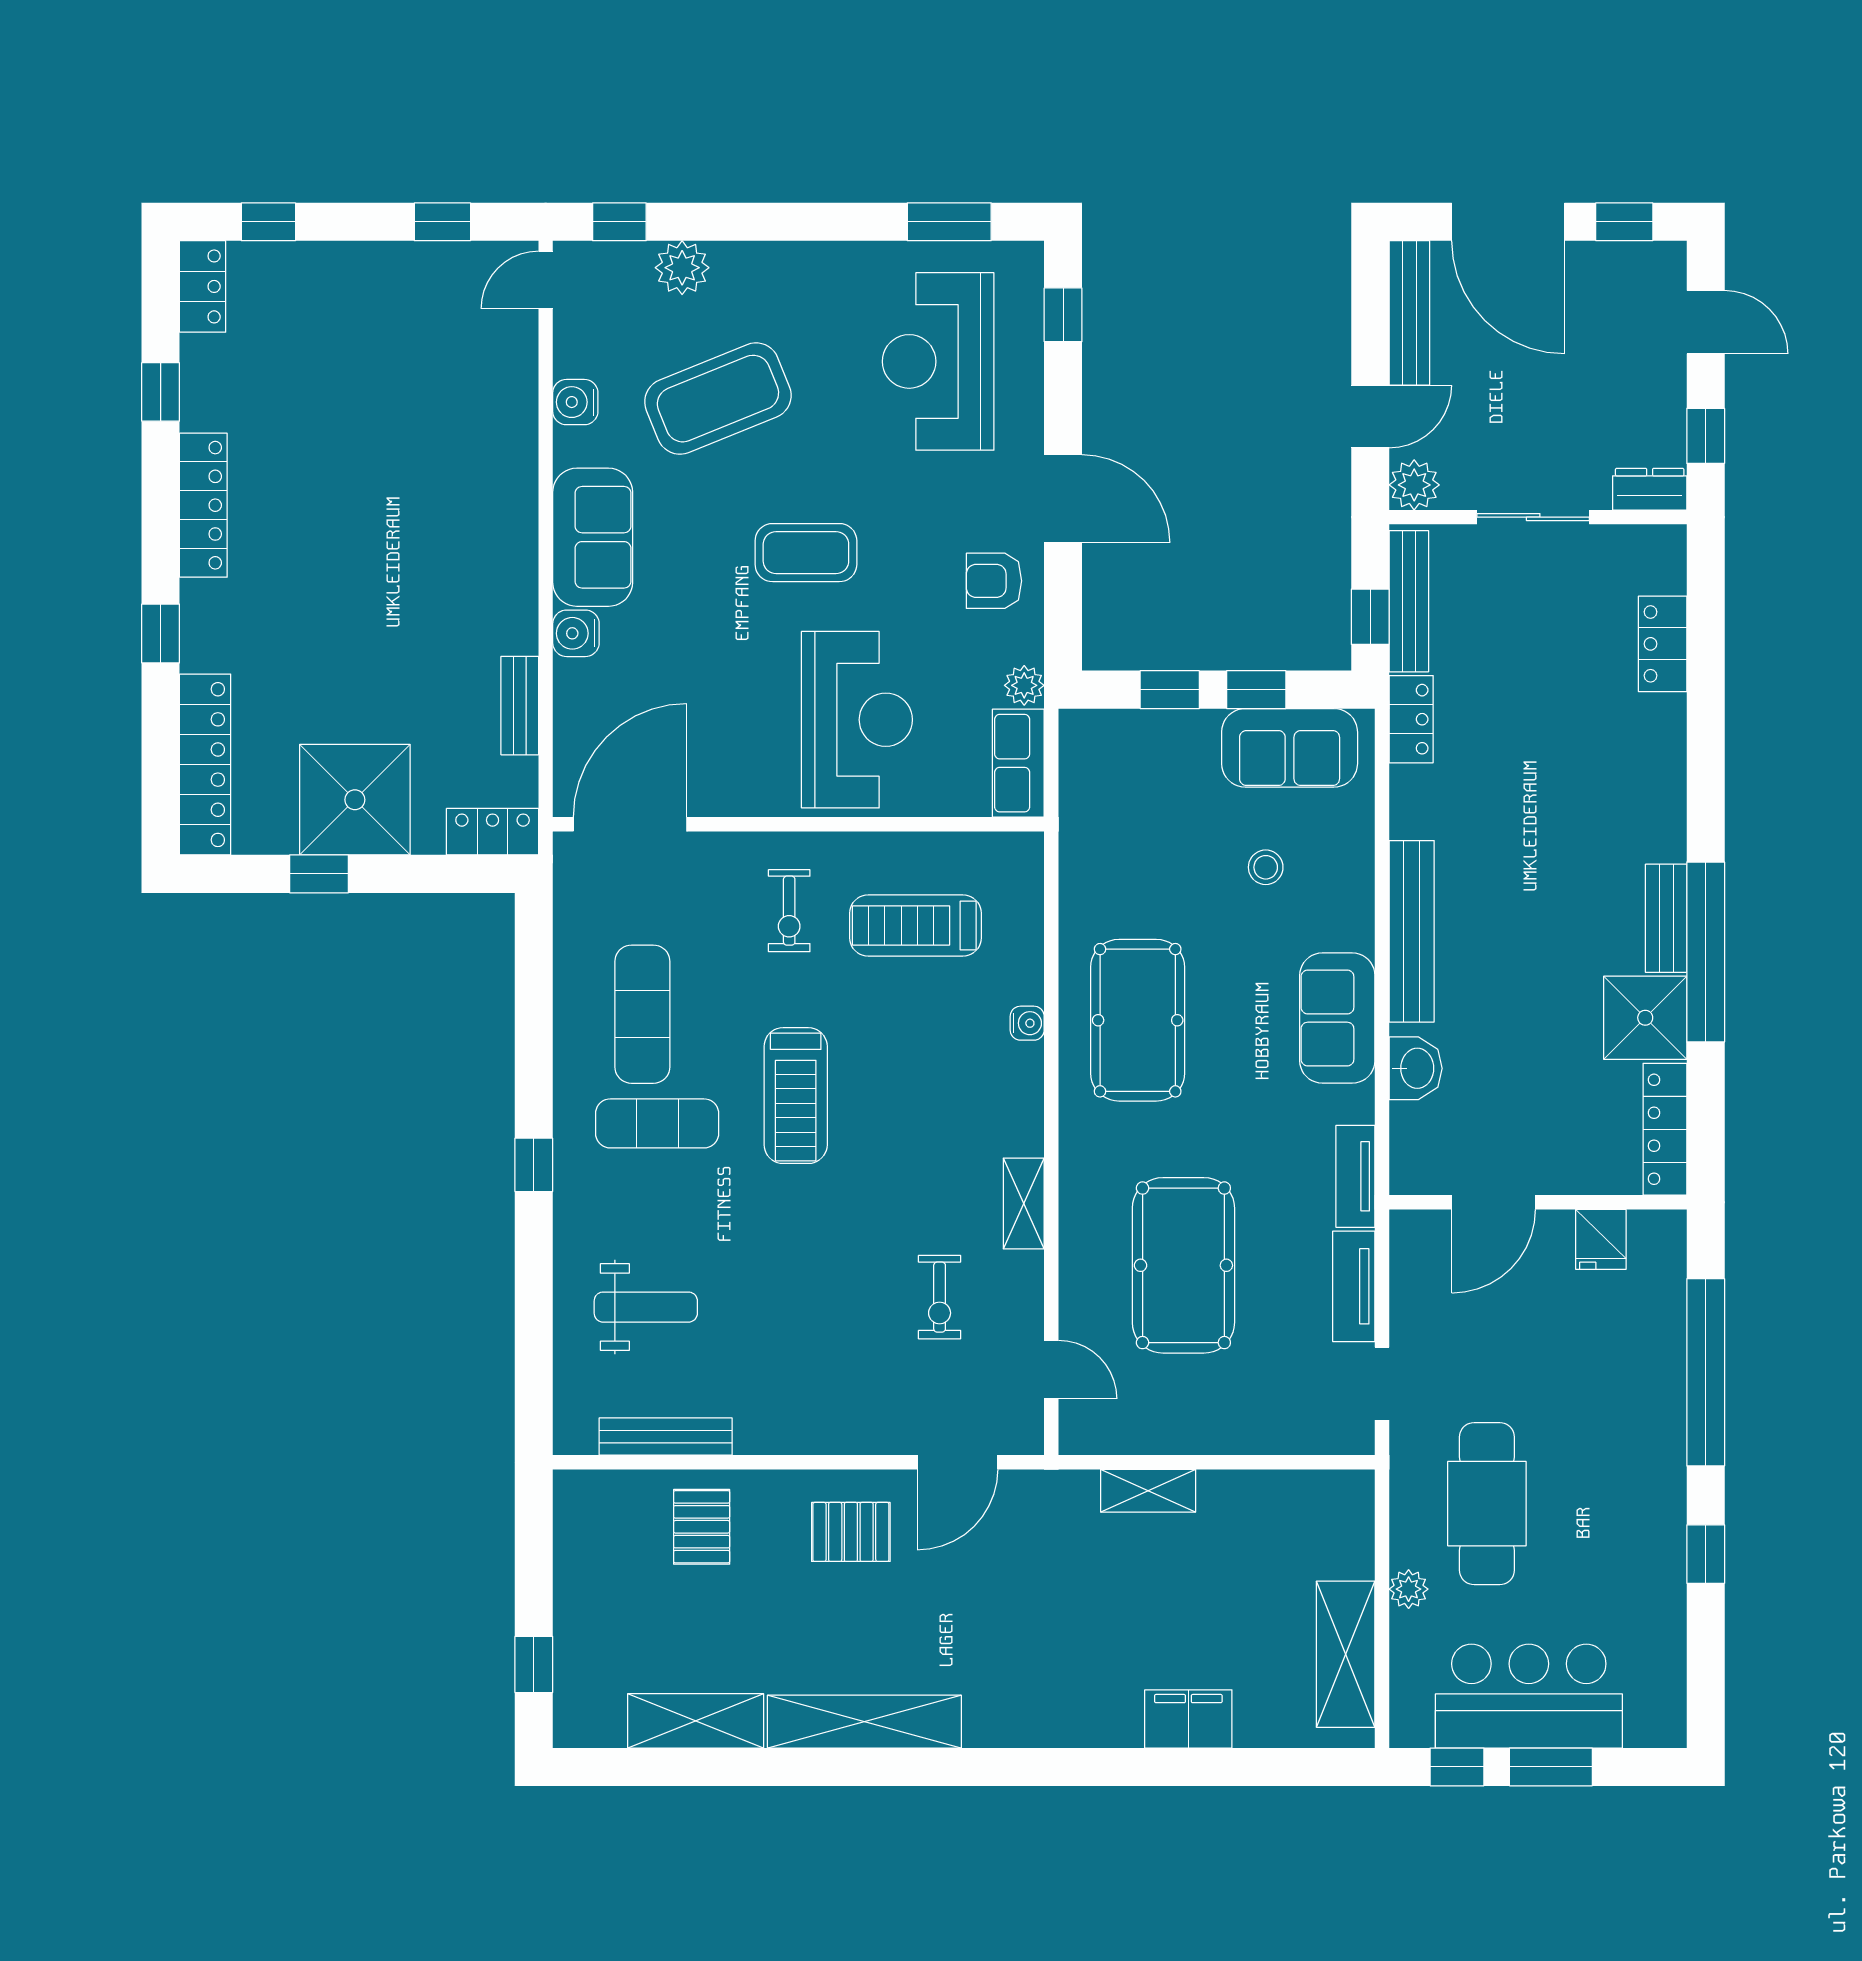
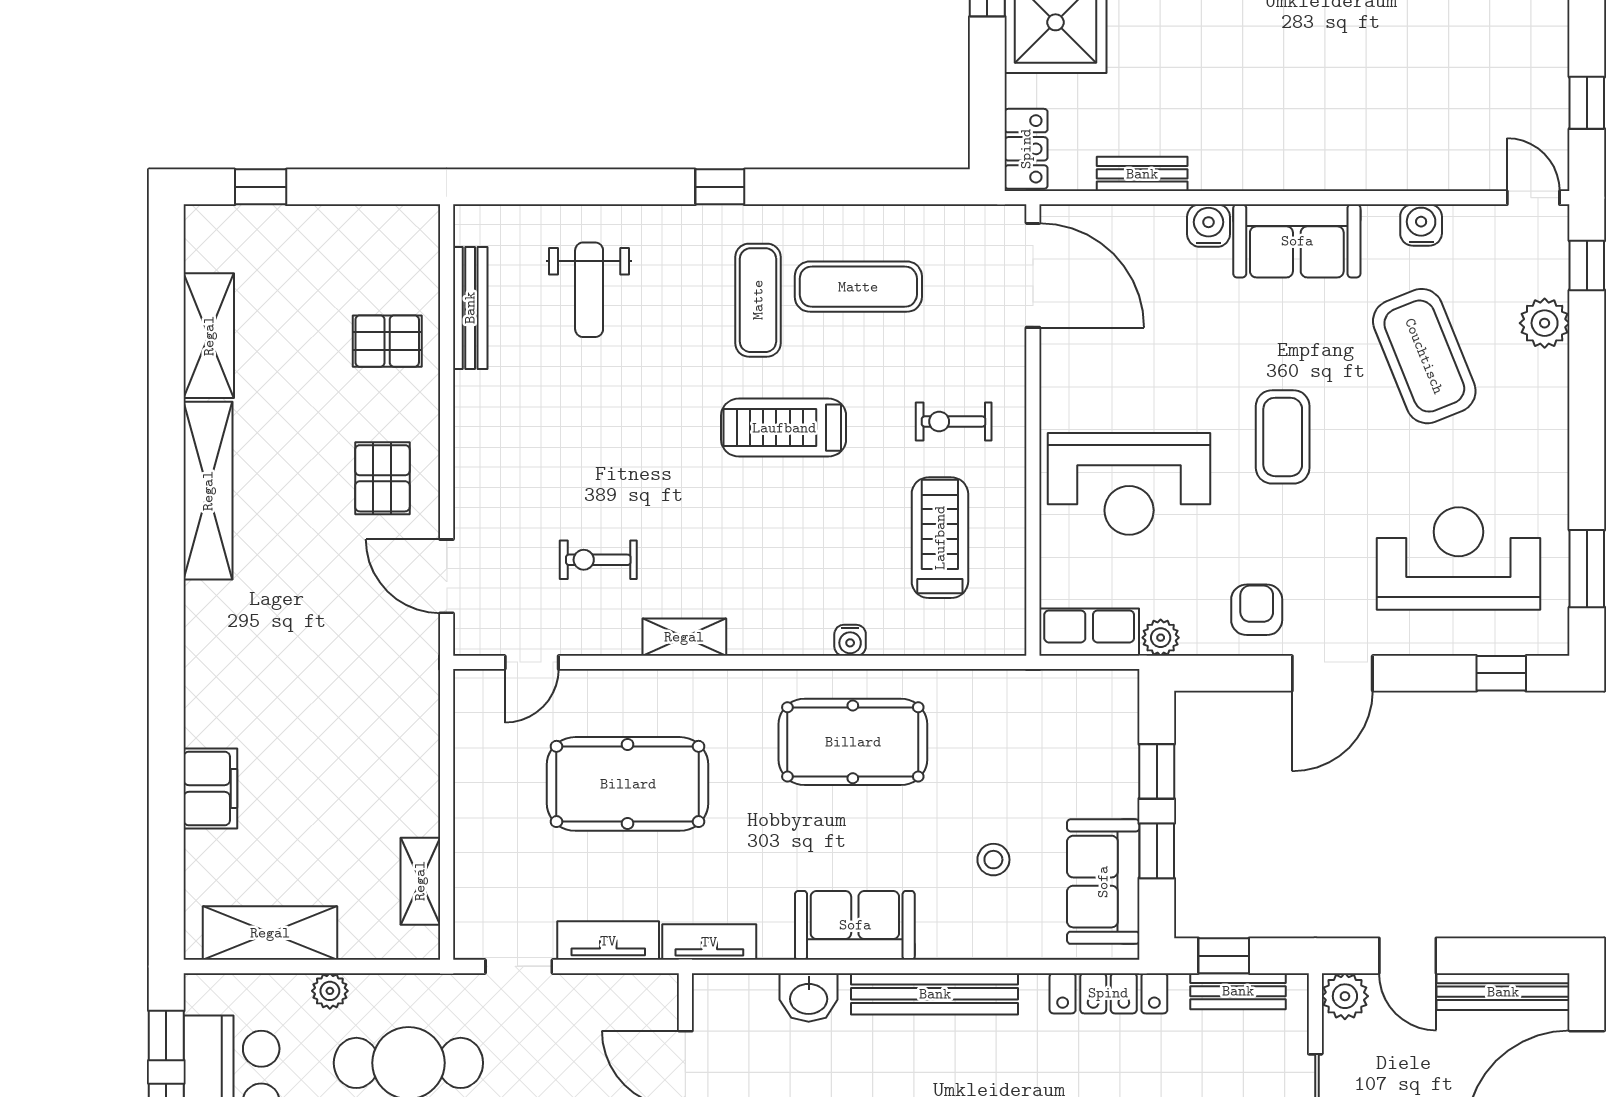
bench: (1409, 601) -> (1238, 991), width x0.73
locker: (1411, 719) -> (1108, 993), width x1.53
shelving: (1148, 1491) -> (420, 881), moved

